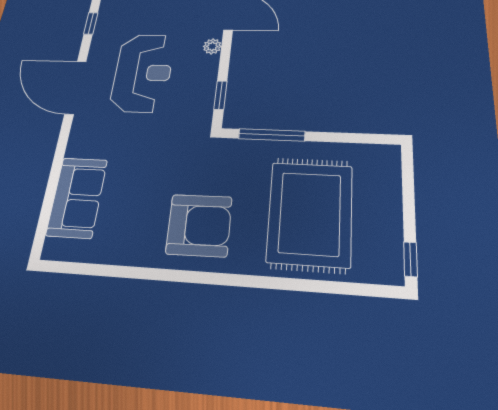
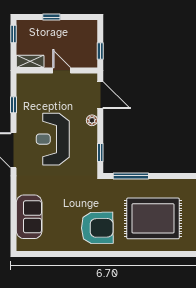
reception desk: (143, 73) -> (53, 139), turned 180
rug: (310, 213) -> (153, 218), turned 90

